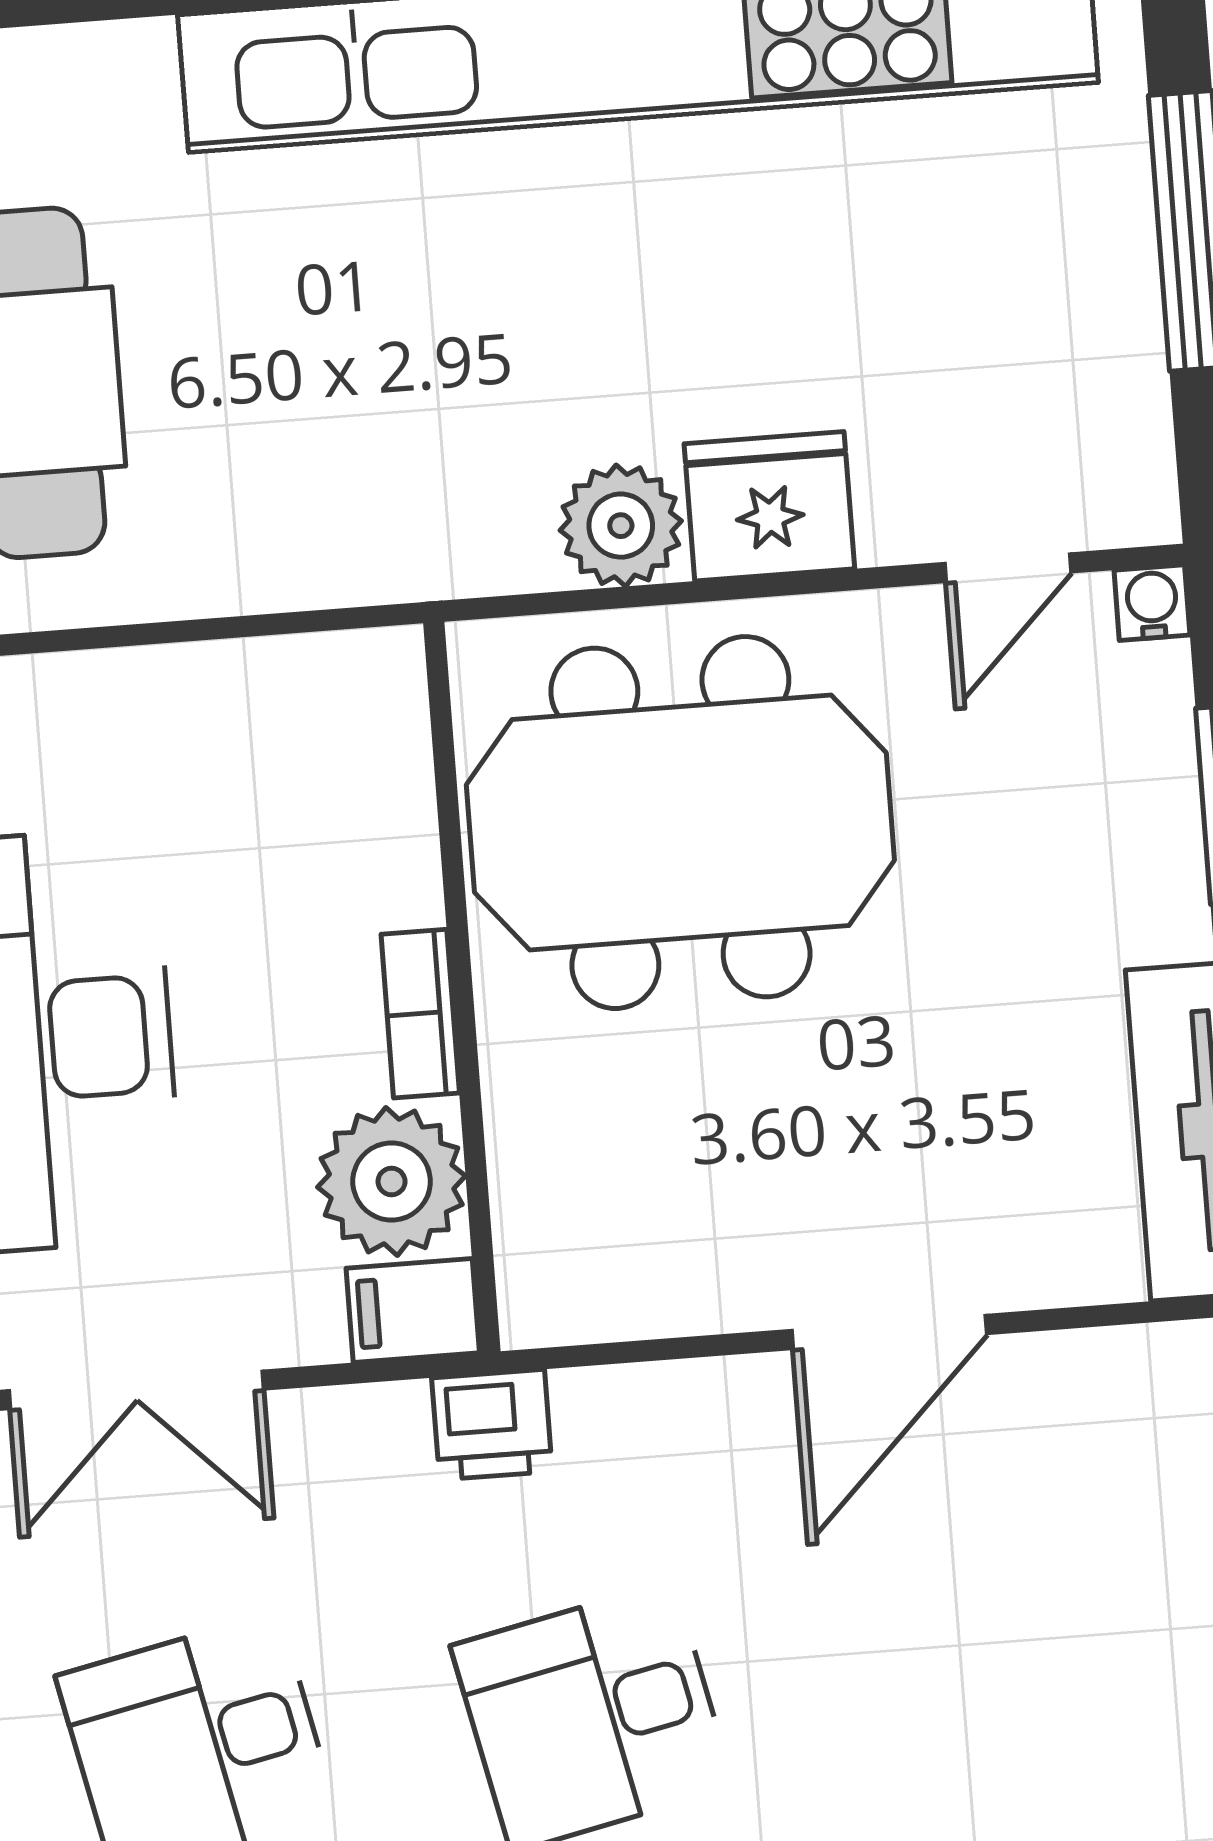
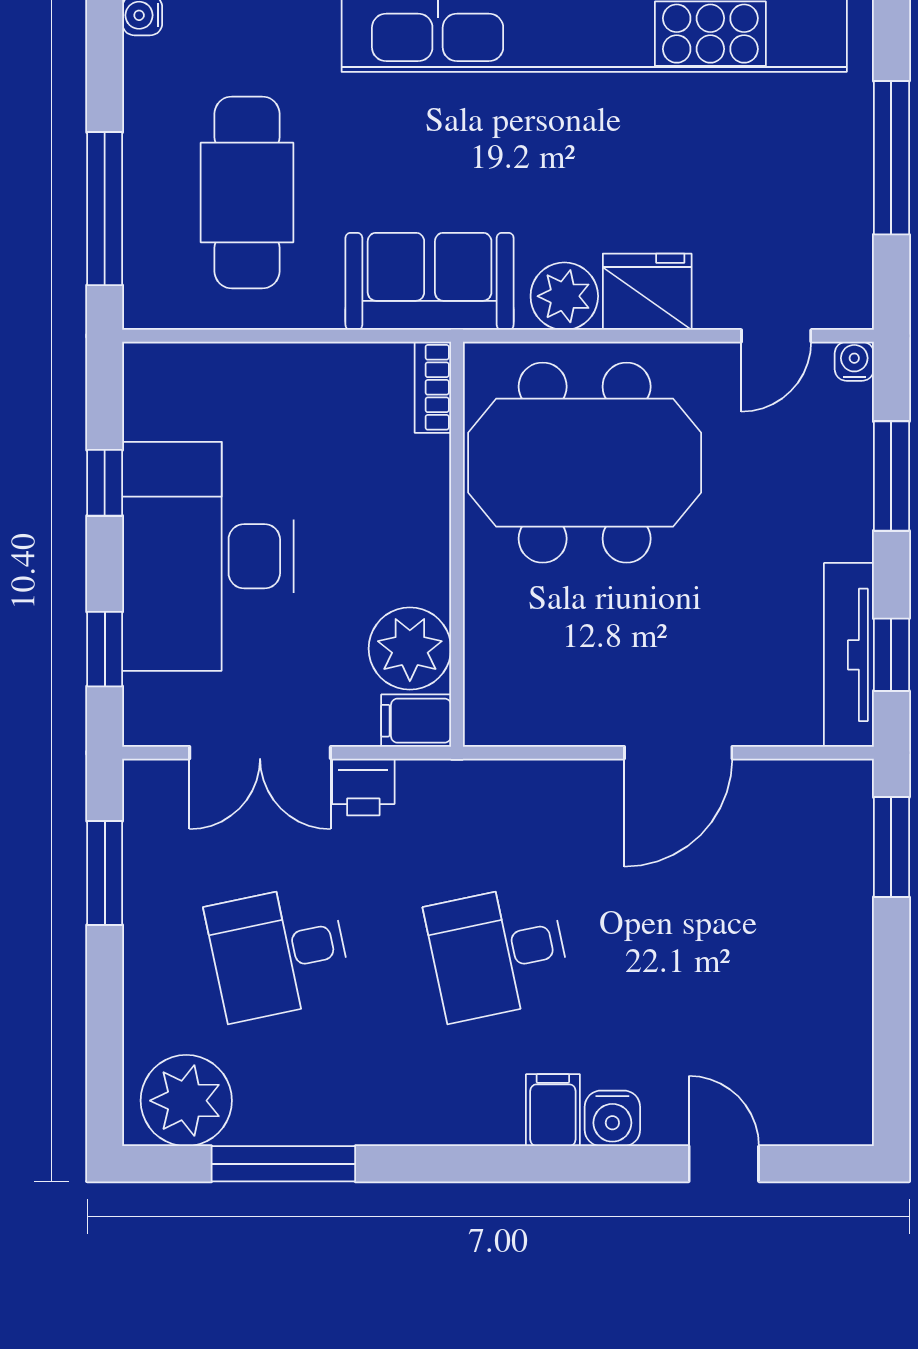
sofa: (376, 518) -> (430, 281), added
bookcase: (420, 1014) -> (433, 387), moved
printer: (492, 1425) -> (363, 787), moved

